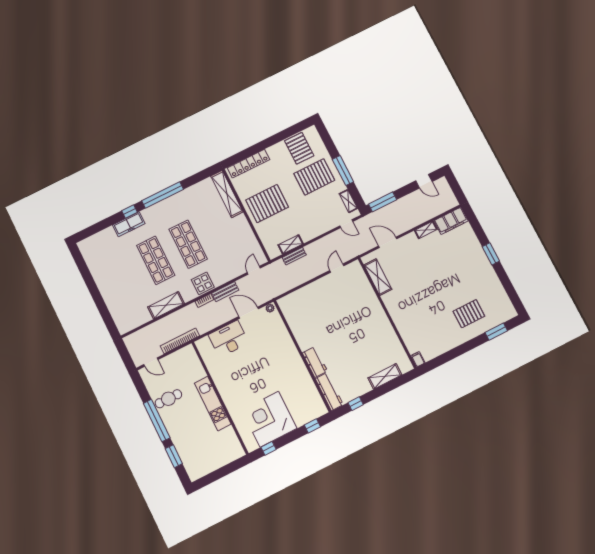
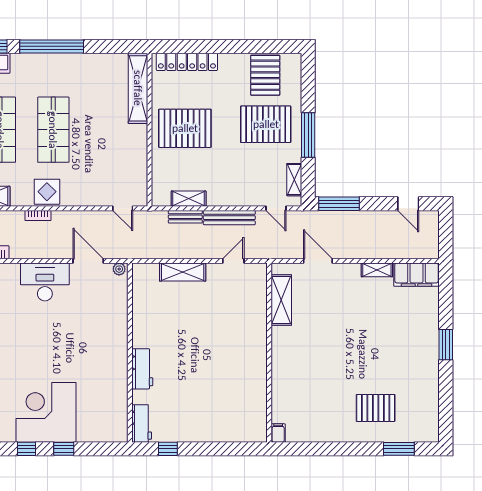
door: (254, 270) -> (123, 208), swing flipped
bench: (225, 292) -> (229, 218), moved, width x1.36
shelving: (385, 376) -> (183, 272), moved
workbench: (329, 392) -> (142, 423), width x0.73
window: (312, 426) -> (64, 449), moved

